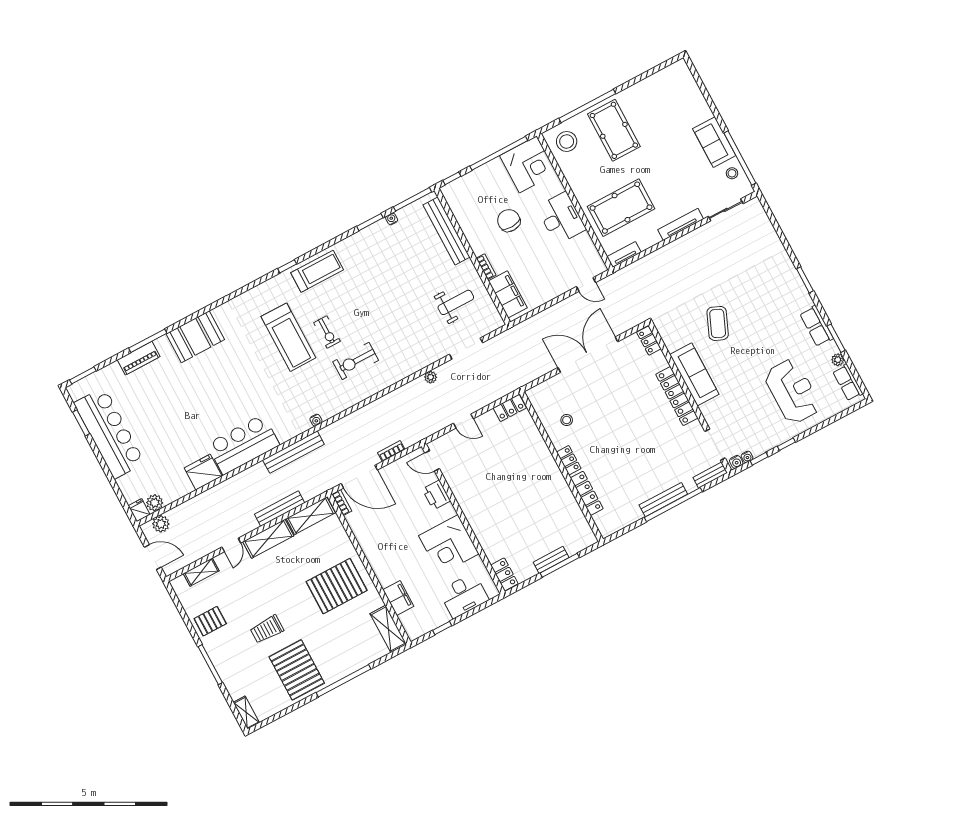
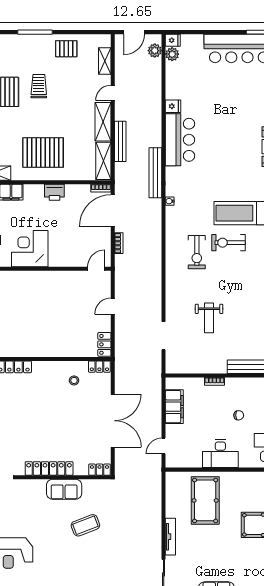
chair: (509, 221) -> (239, 415), width x0.54, depth x0.54
tv unit: (624, 254) -> (170, 485), removed
filing cabinet: (508, 294) -> (174, 407), moved, turned -90
weight bench: (456, 302) -> (209, 318), moved
coffee table: (718, 323) -> (85, 525), turned -44
exercise bike: (327, 332) -> (228, 243), width x1.38, depth x1.39
exercise bike: (356, 361) -> (197, 252), turned 180
sofa: (694, 374) -> (64, 489), width x0.73
plant: (431, 377) -> (157, 300), removed
locker: (569, 460) -> (99, 367), moved
fridge: (203, 472) -> (173, 106), width x0.53, depth x0.75
printer: (436, 495) -> (54, 192), moved, turned 180
door: (231, 545) -> (113, 93), hinge flipped
pallet: (337, 586) -> (43, 153), turned 90
pallet: (210, 621) -> (66, 49), turned 90

